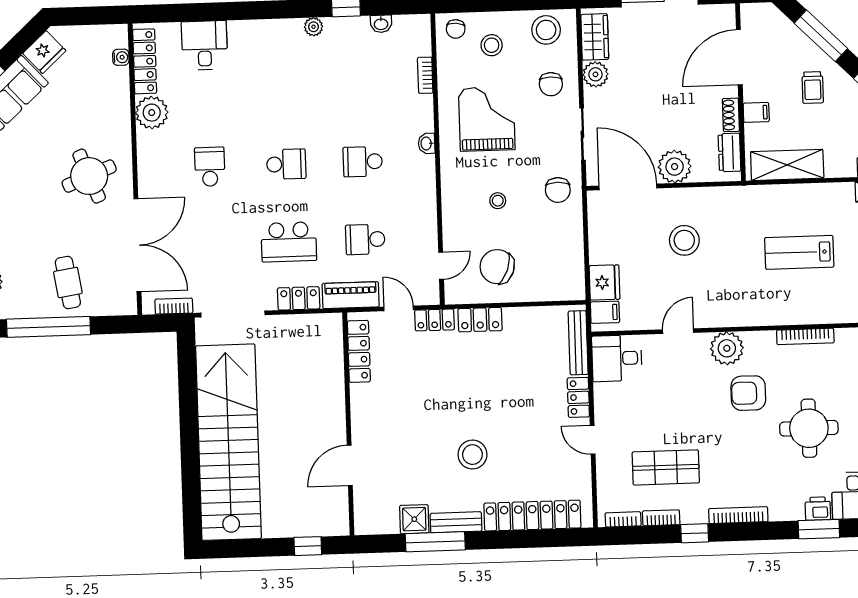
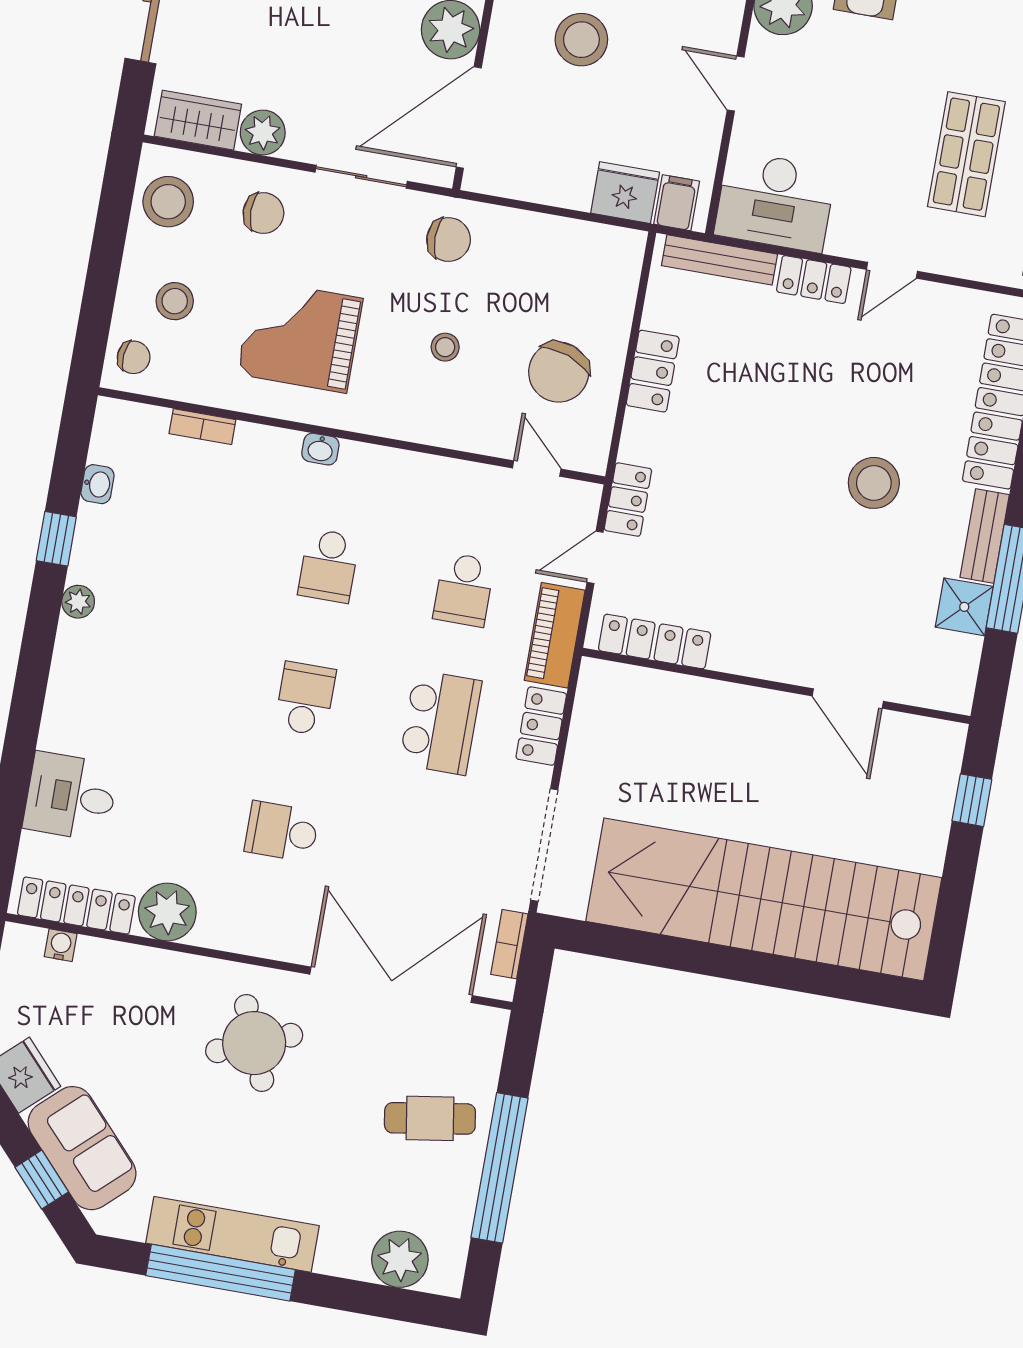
locker: (480, 320) -> (653, 371), moved
desk: (617, 358) -> (775, 202), width x1.37

